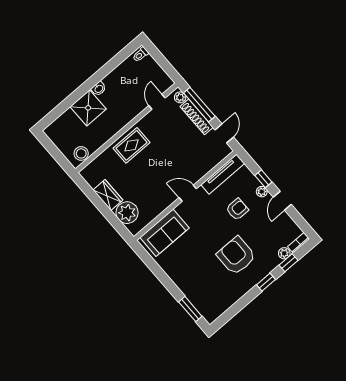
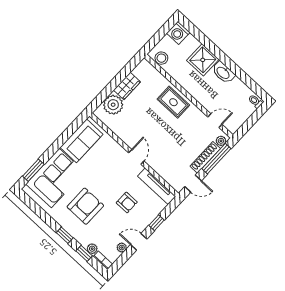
washbasin: (99, 89) -> (223, 73), width x1.91, depth x1.45
washing machine: (55, 132) -> (178, 33), added
plant: (262, 192) -> (122, 248), moved
sofa: (165, 233) -> (81, 141), moved, turned -90
corner sofa: (202, 286) -> (55, 178), added

